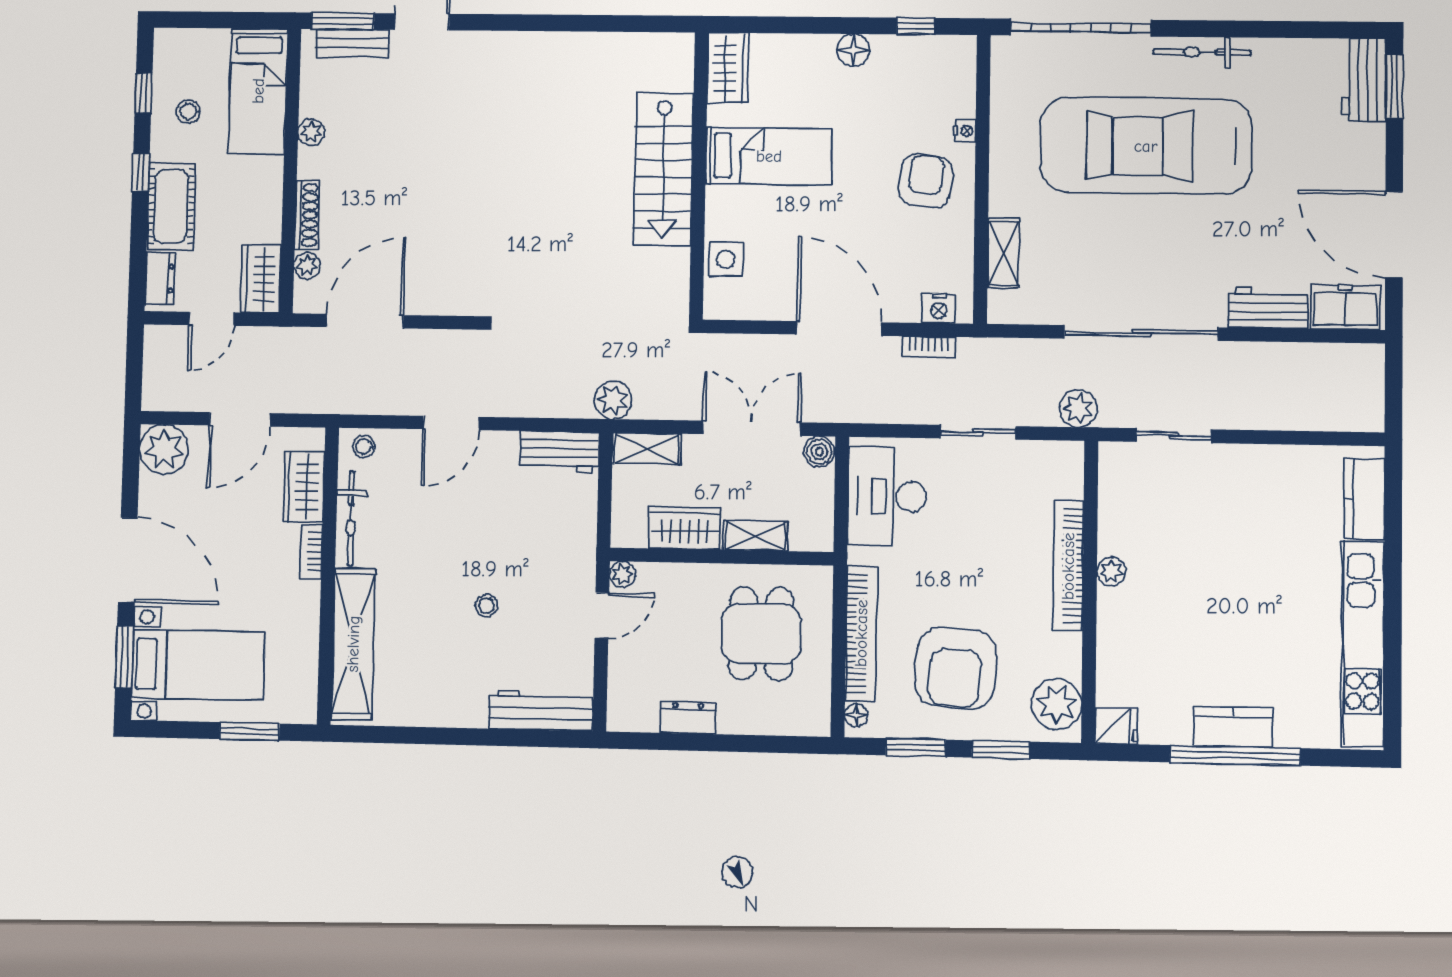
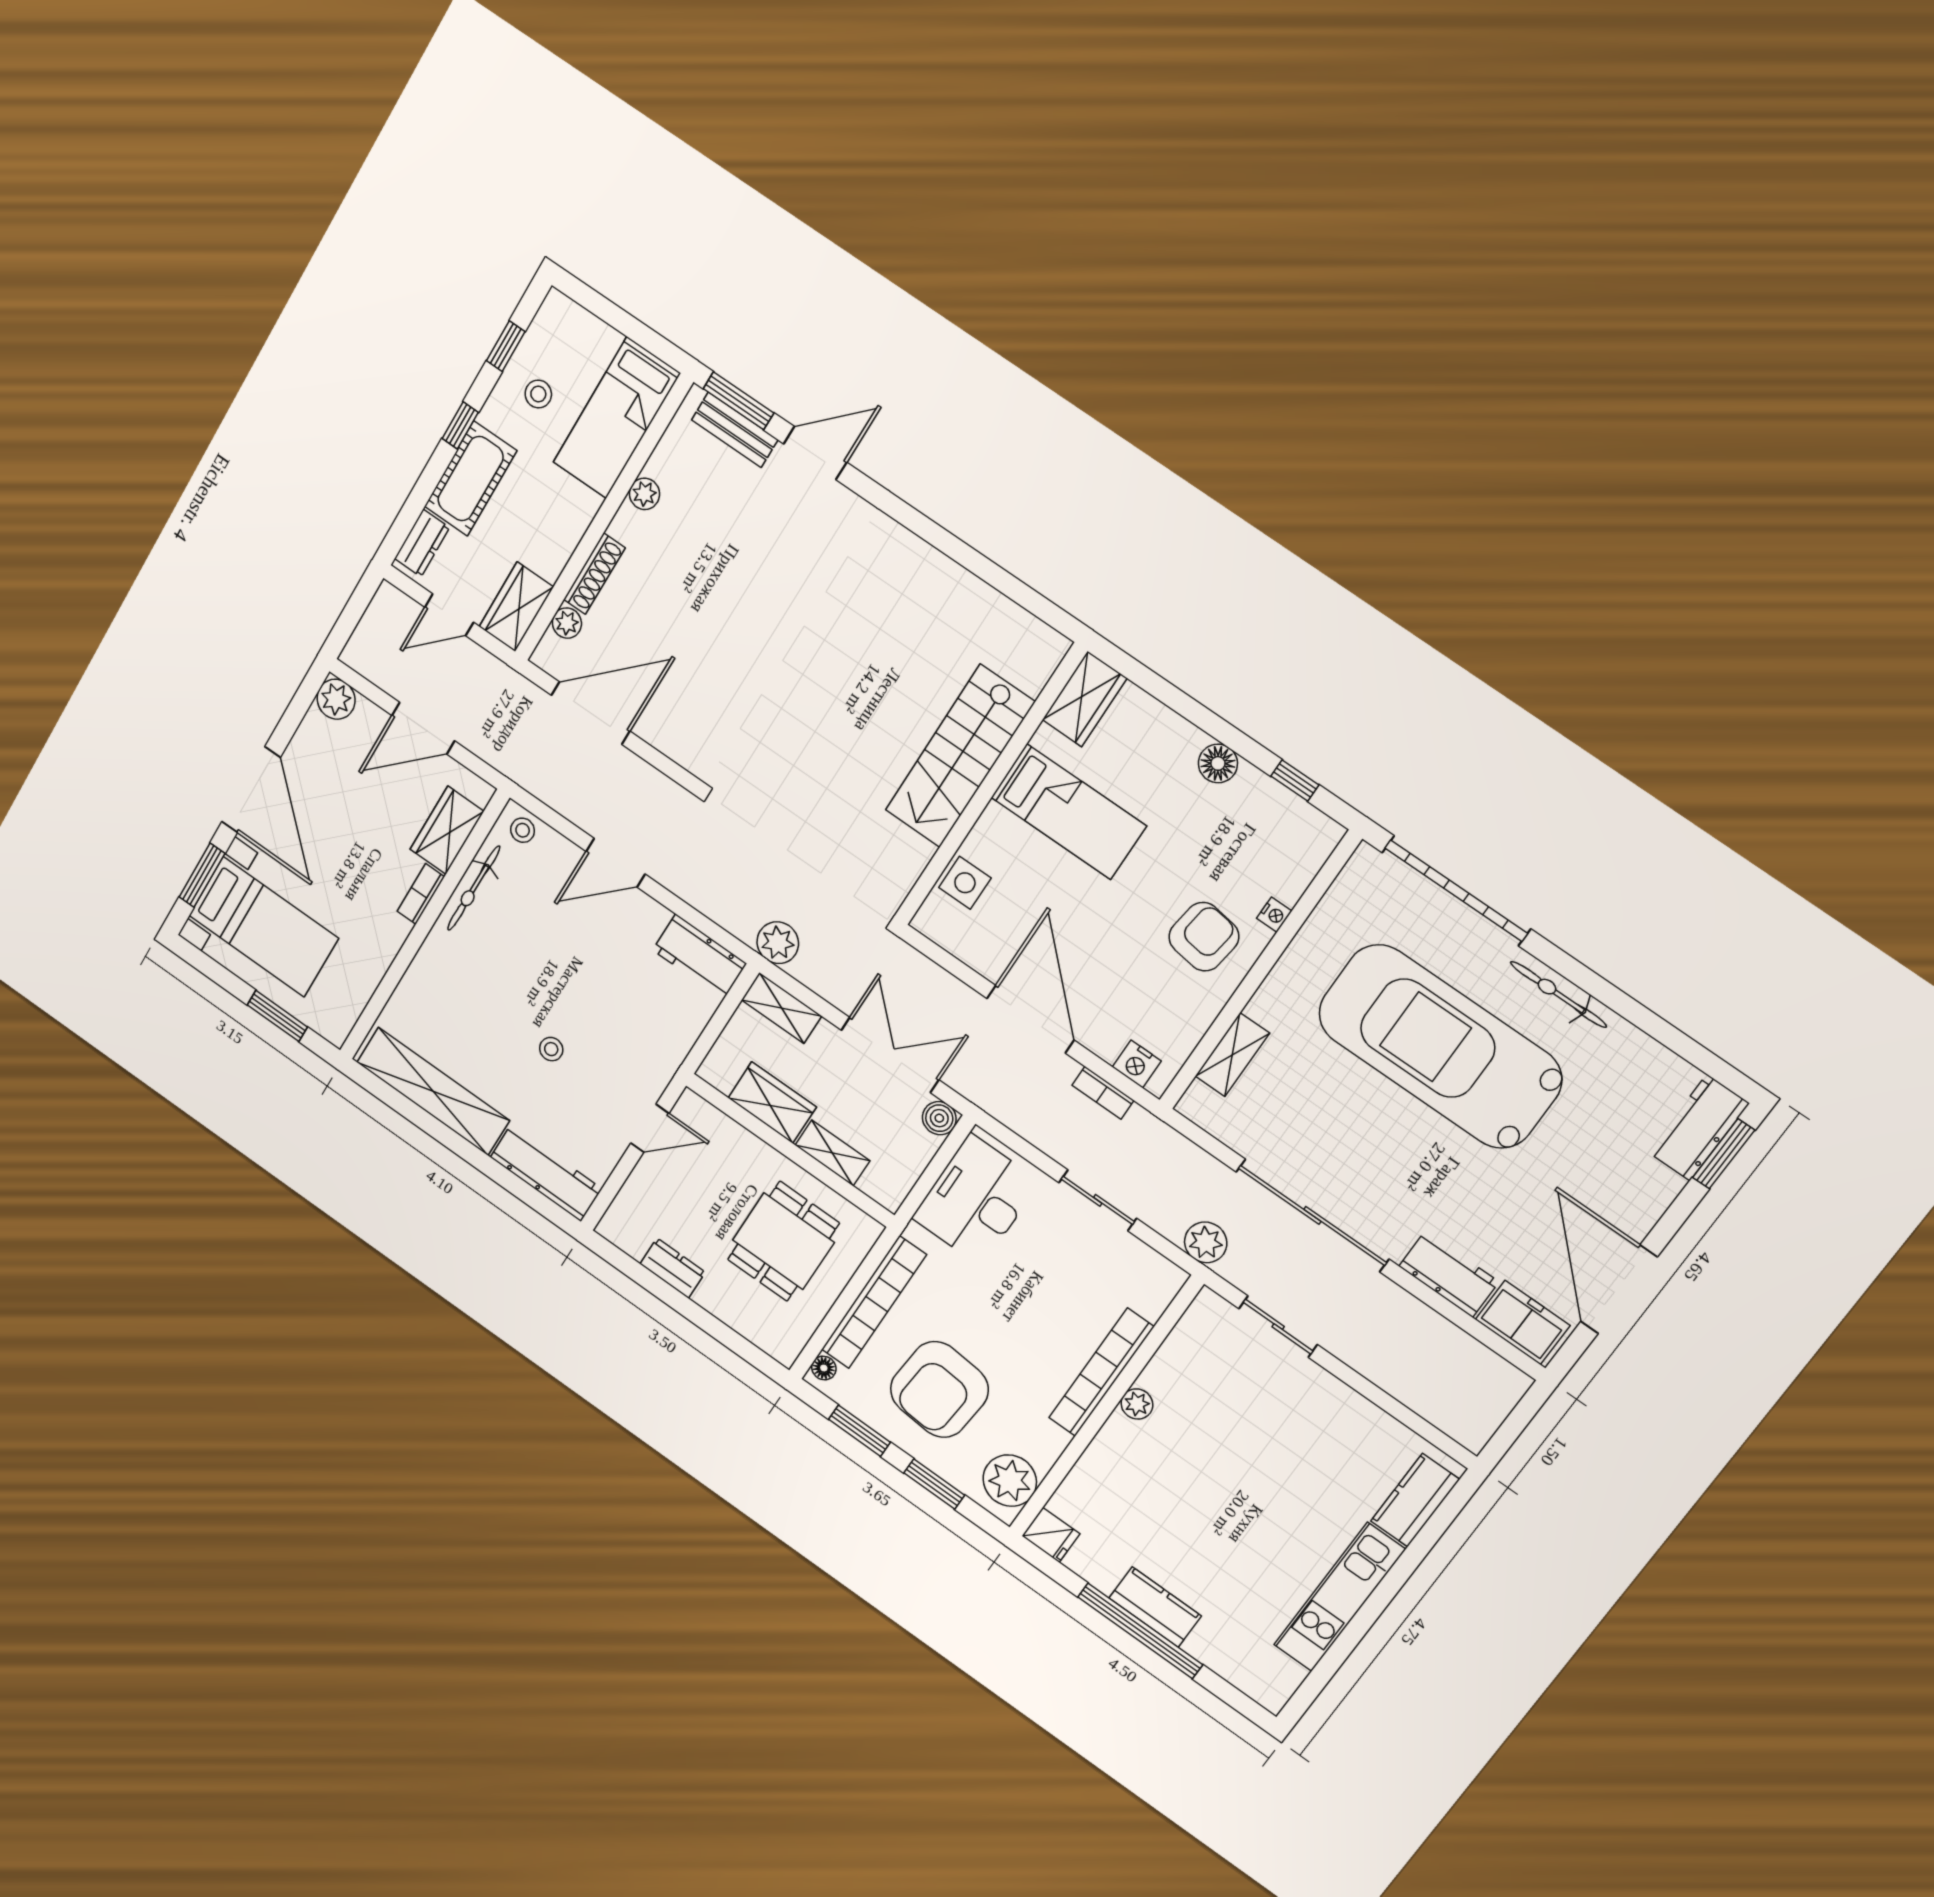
plant: (164, 449) -> (336, 699), width x0.73, depth x0.73
plant: (622, 574) -> (690, 1105), removed
shelving: (353, 644) -> (433, 1091), moved, turned 90
kitchen unit: (1363, 644) -> (1339, 1597), width x0.73

